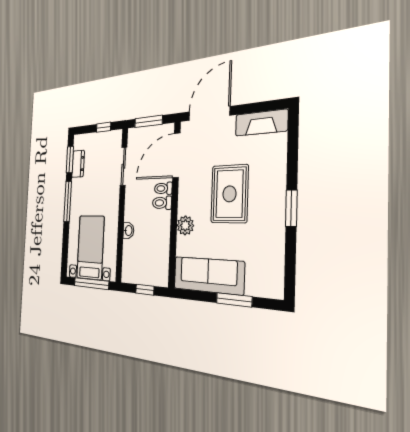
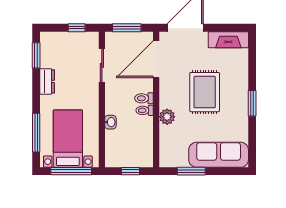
dresser: (78, 164) -> (47, 81), moved
toilet: (163, 188) -> (145, 110), moved
window: (68, 201) -> (36, 133), moved
sofa: (208, 275) -> (219, 155), moved
window: (234, 300) -> (191, 171), moved

